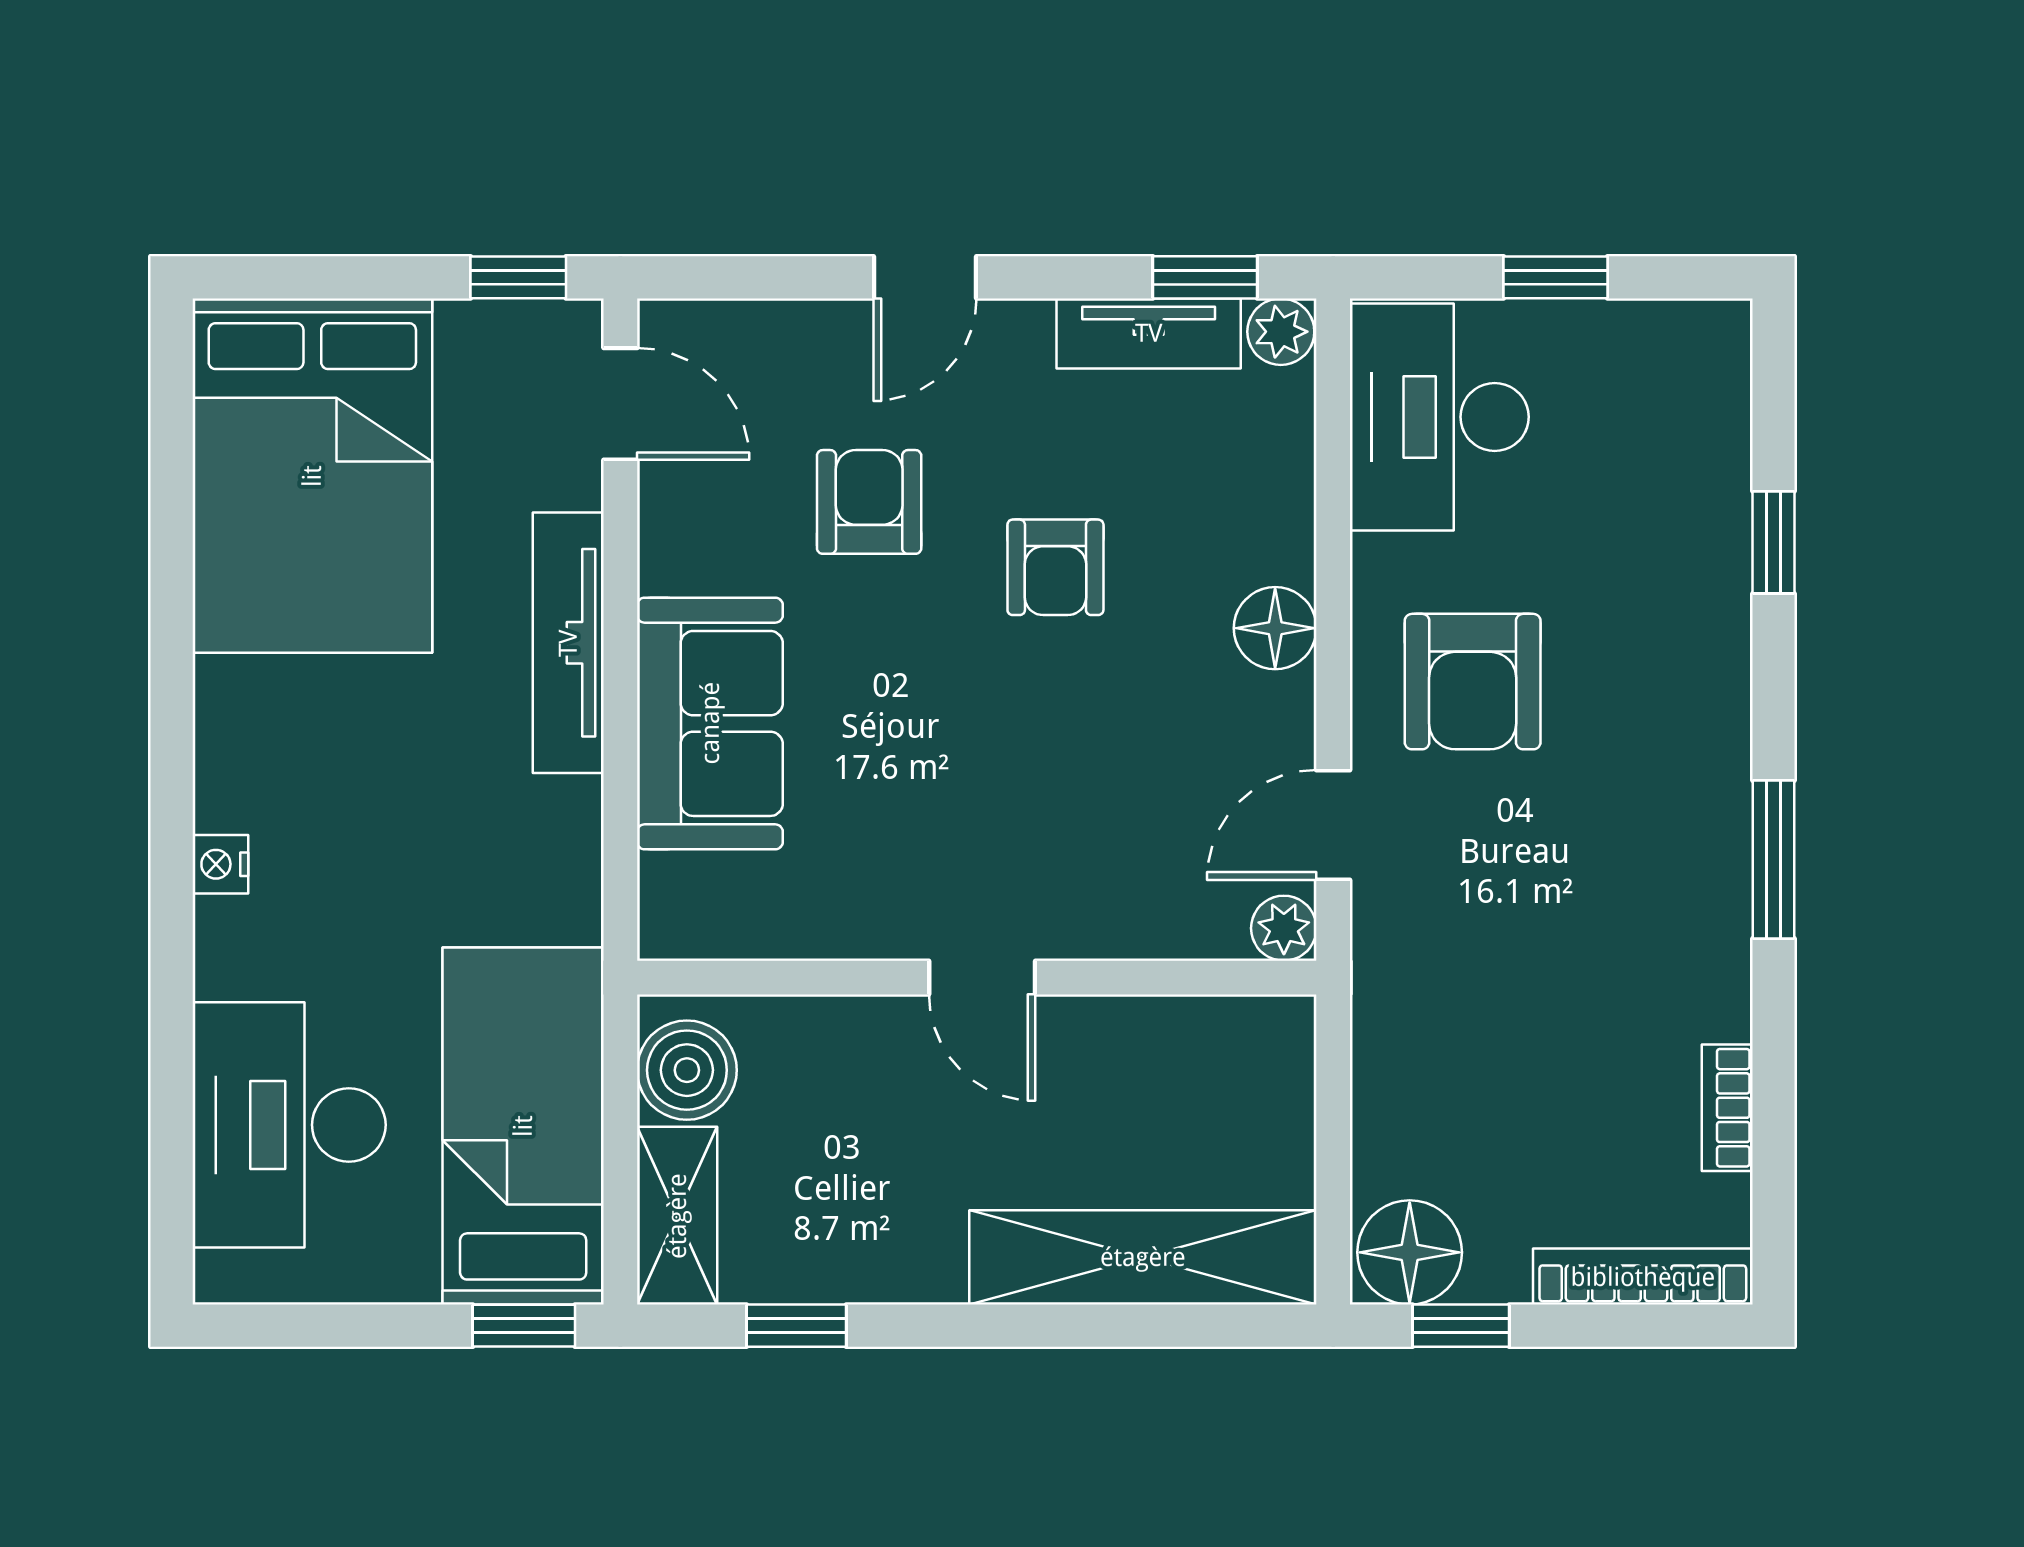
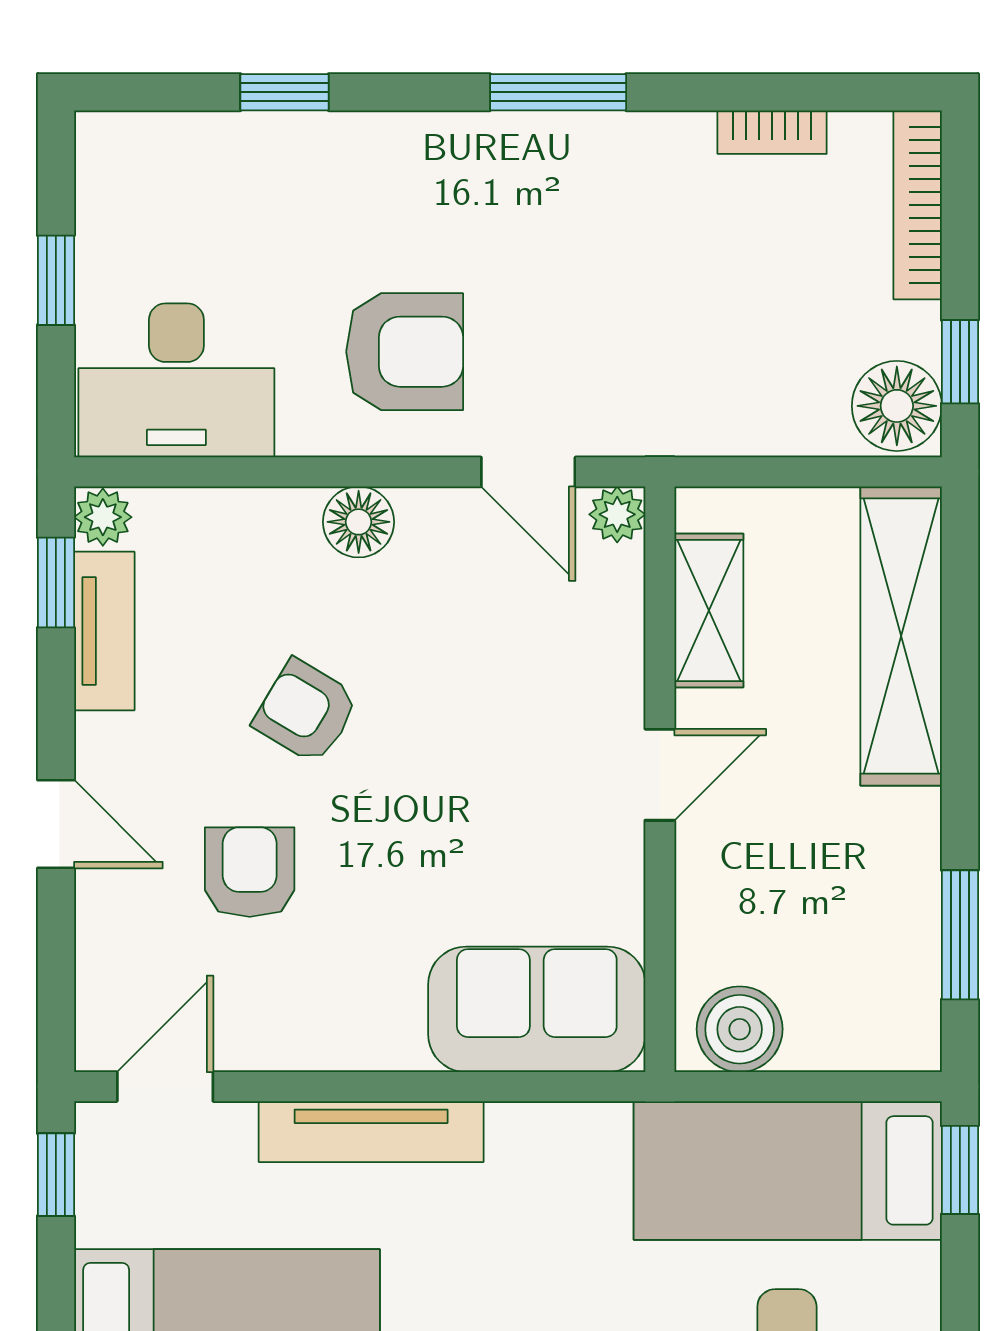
armchair: (869, 502) -> (250, 872), turned 90
armchair: (1055, 567) -> (306, 711), turned -149
sofa: (710, 723) -> (537, 1009), moved
shelving: (677, 1216) -> (709, 611), moved, turned 90
window: (796, 1326) -> (960, 935), width x1.50

